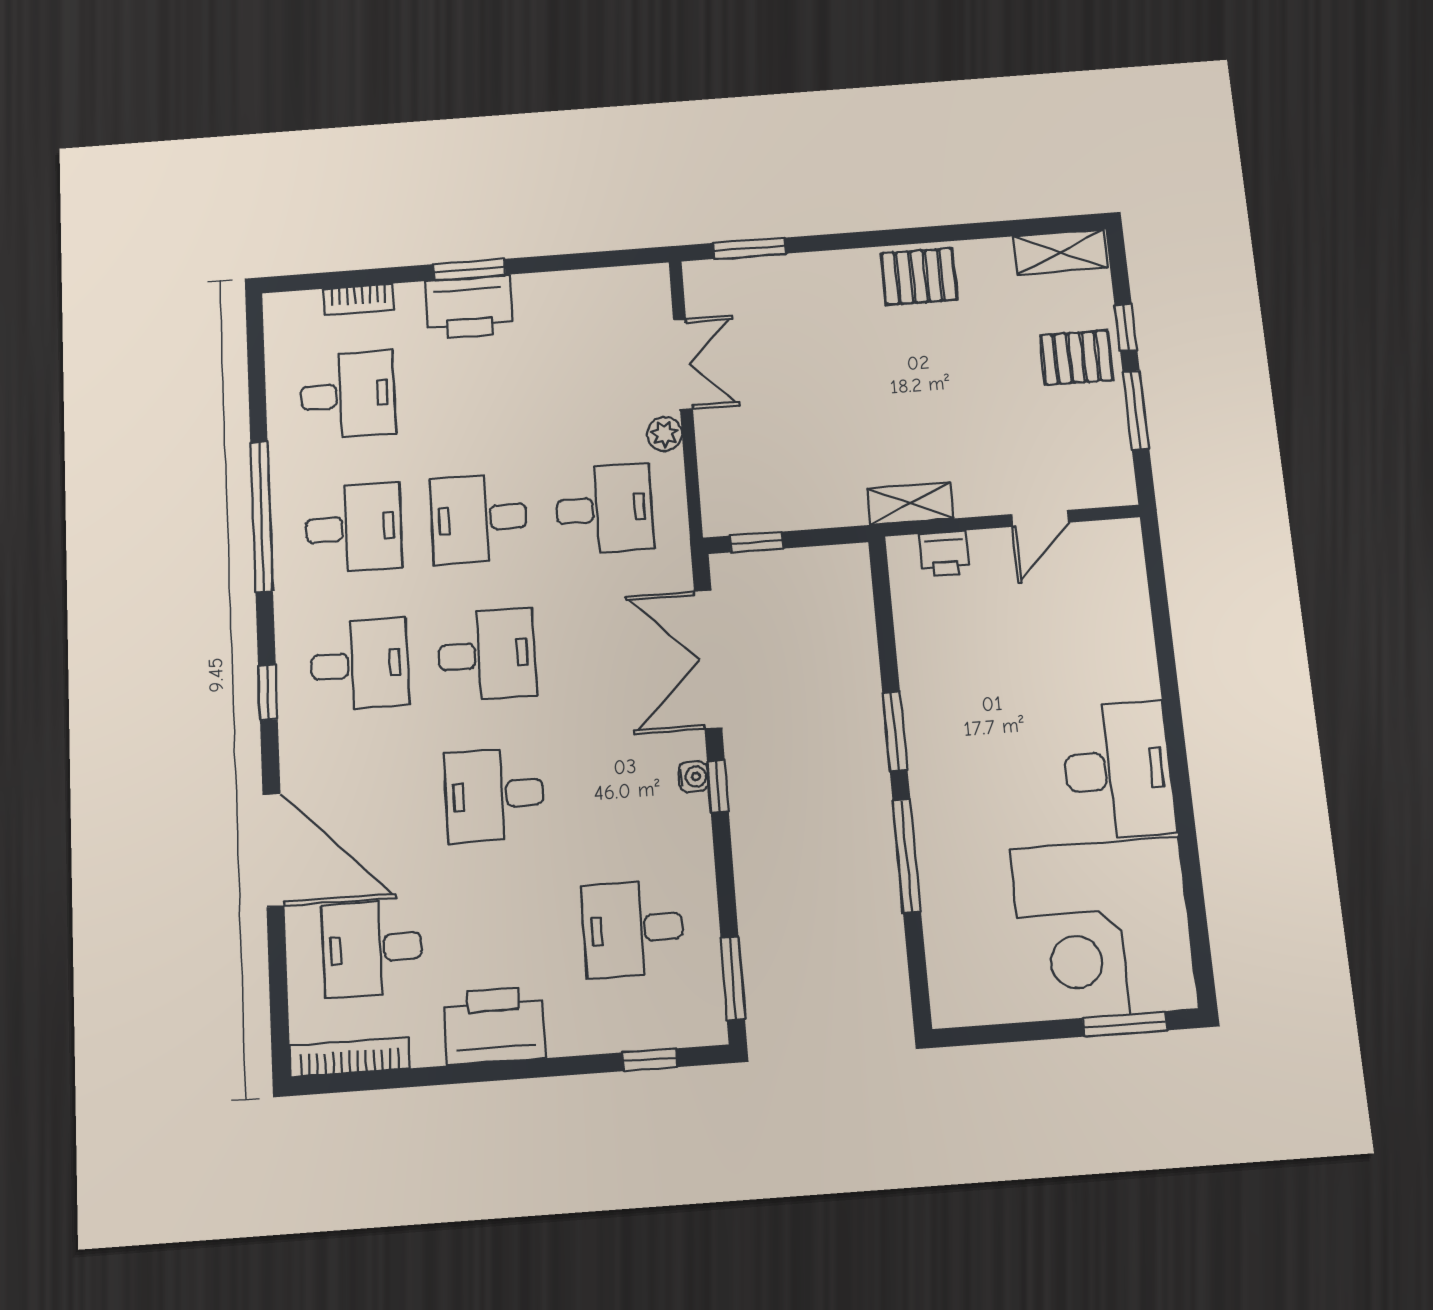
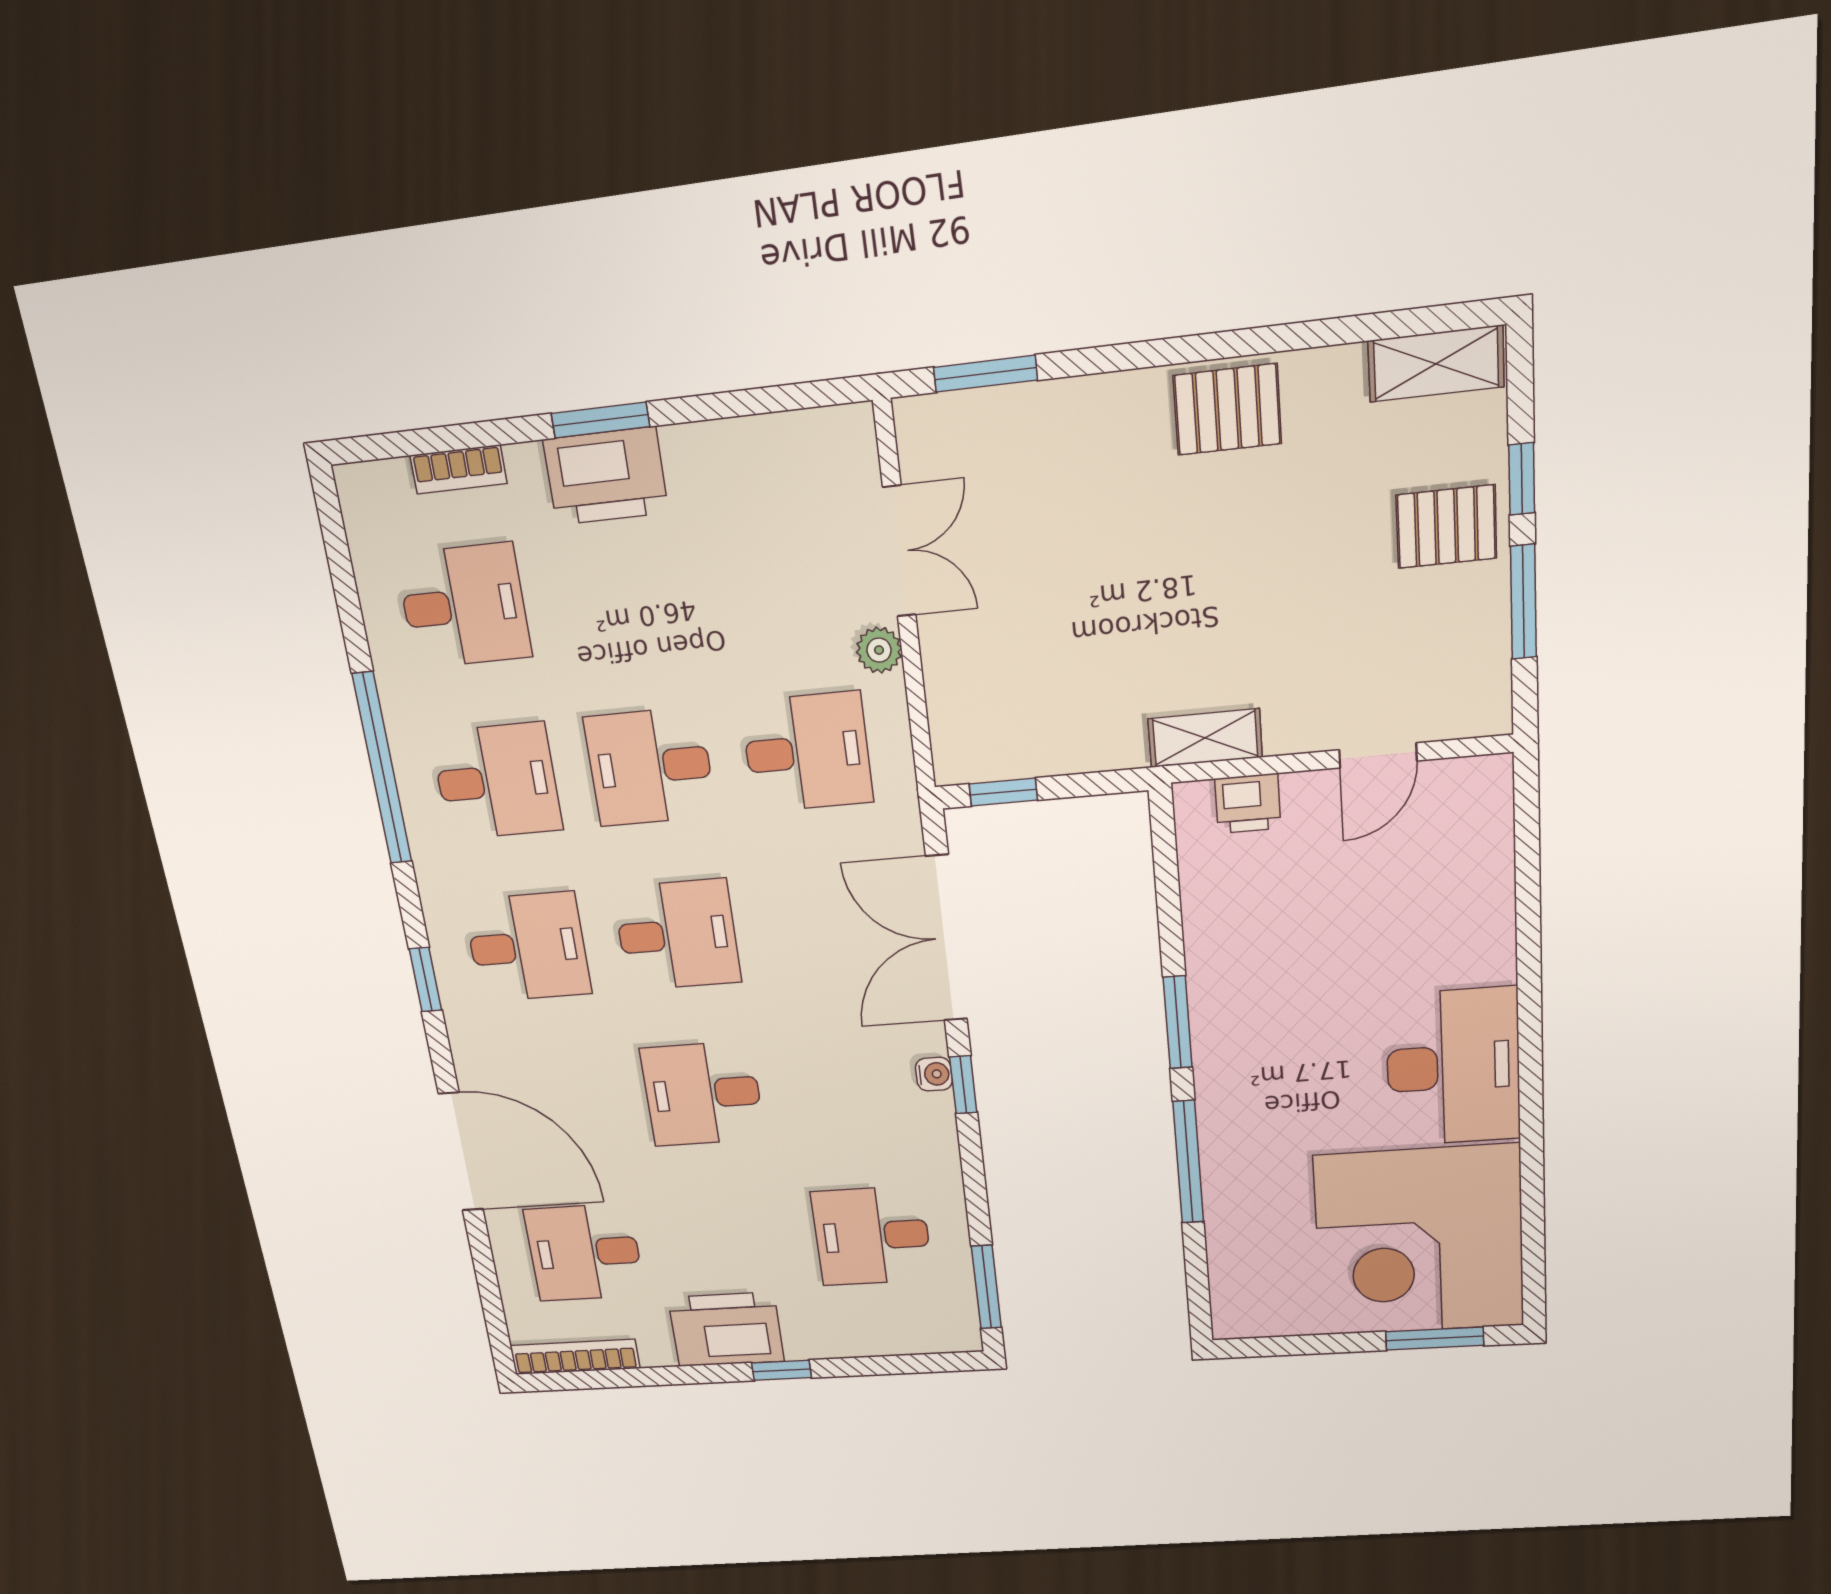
window: (650, 1060) -> (782, 1370), moved

